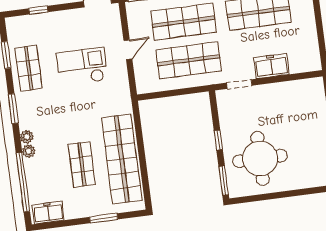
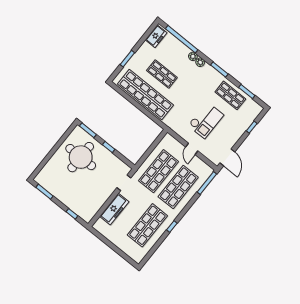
freezer: (271, 66) -> (114, 209), width x1.40

